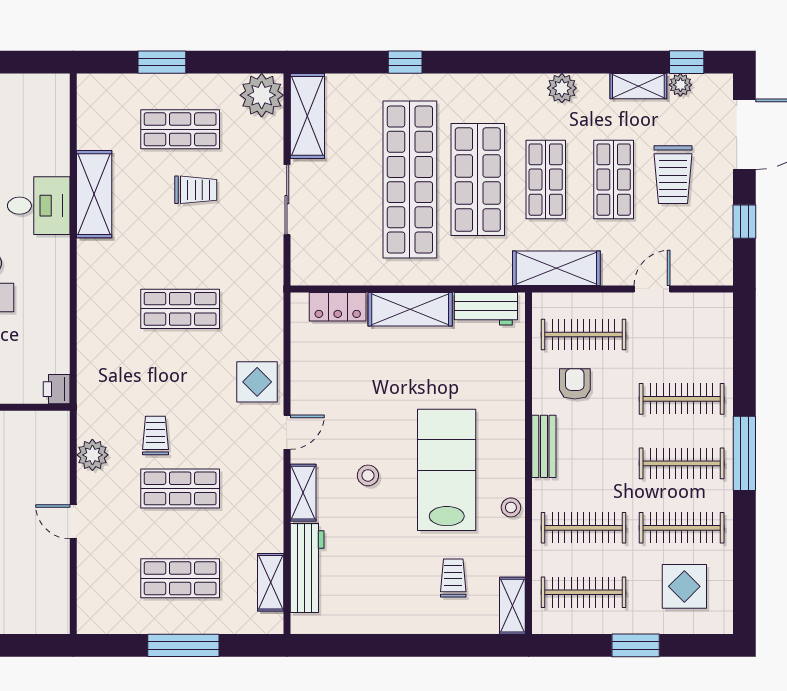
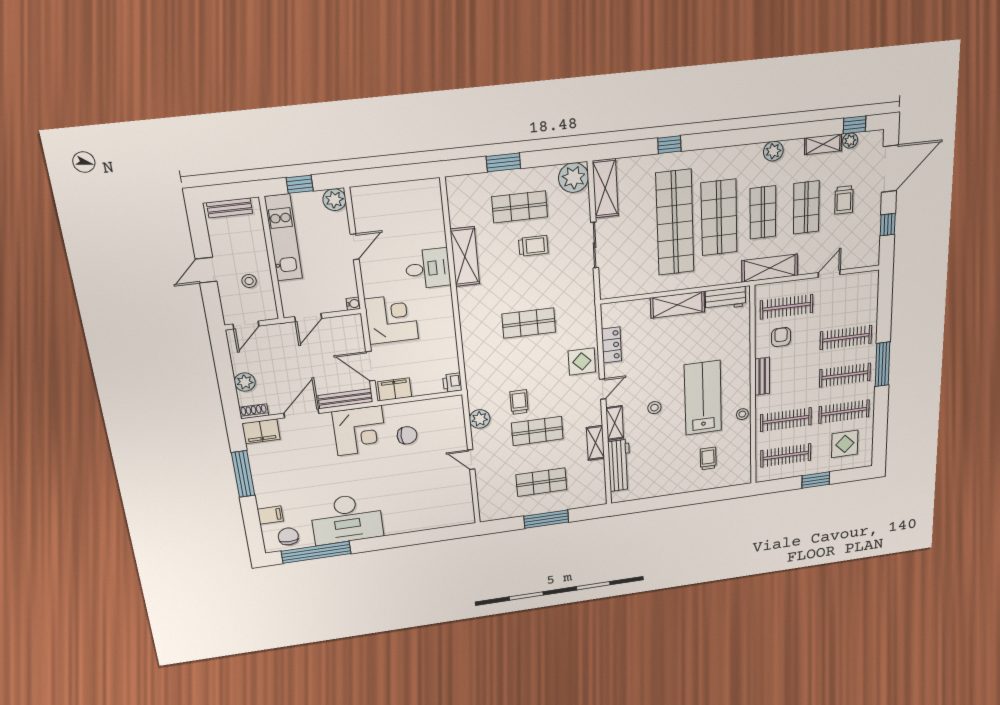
trolley: (673, 175) -> (844, 200), width x0.73, depth x0.72
locker: (338, 307) -> (612, 345), moved, turned -90
shelving: (271, 582) -> (595, 443), moved
shelving: (512, 606) -> (744, 469), removed

